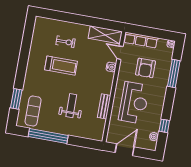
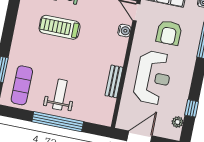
treadmill: (61, 66) -> (60, 27), turned 180
weight bench: (71, 106) -> (60, 95), moved
window: (48, 136) -> (58, 122), moved

